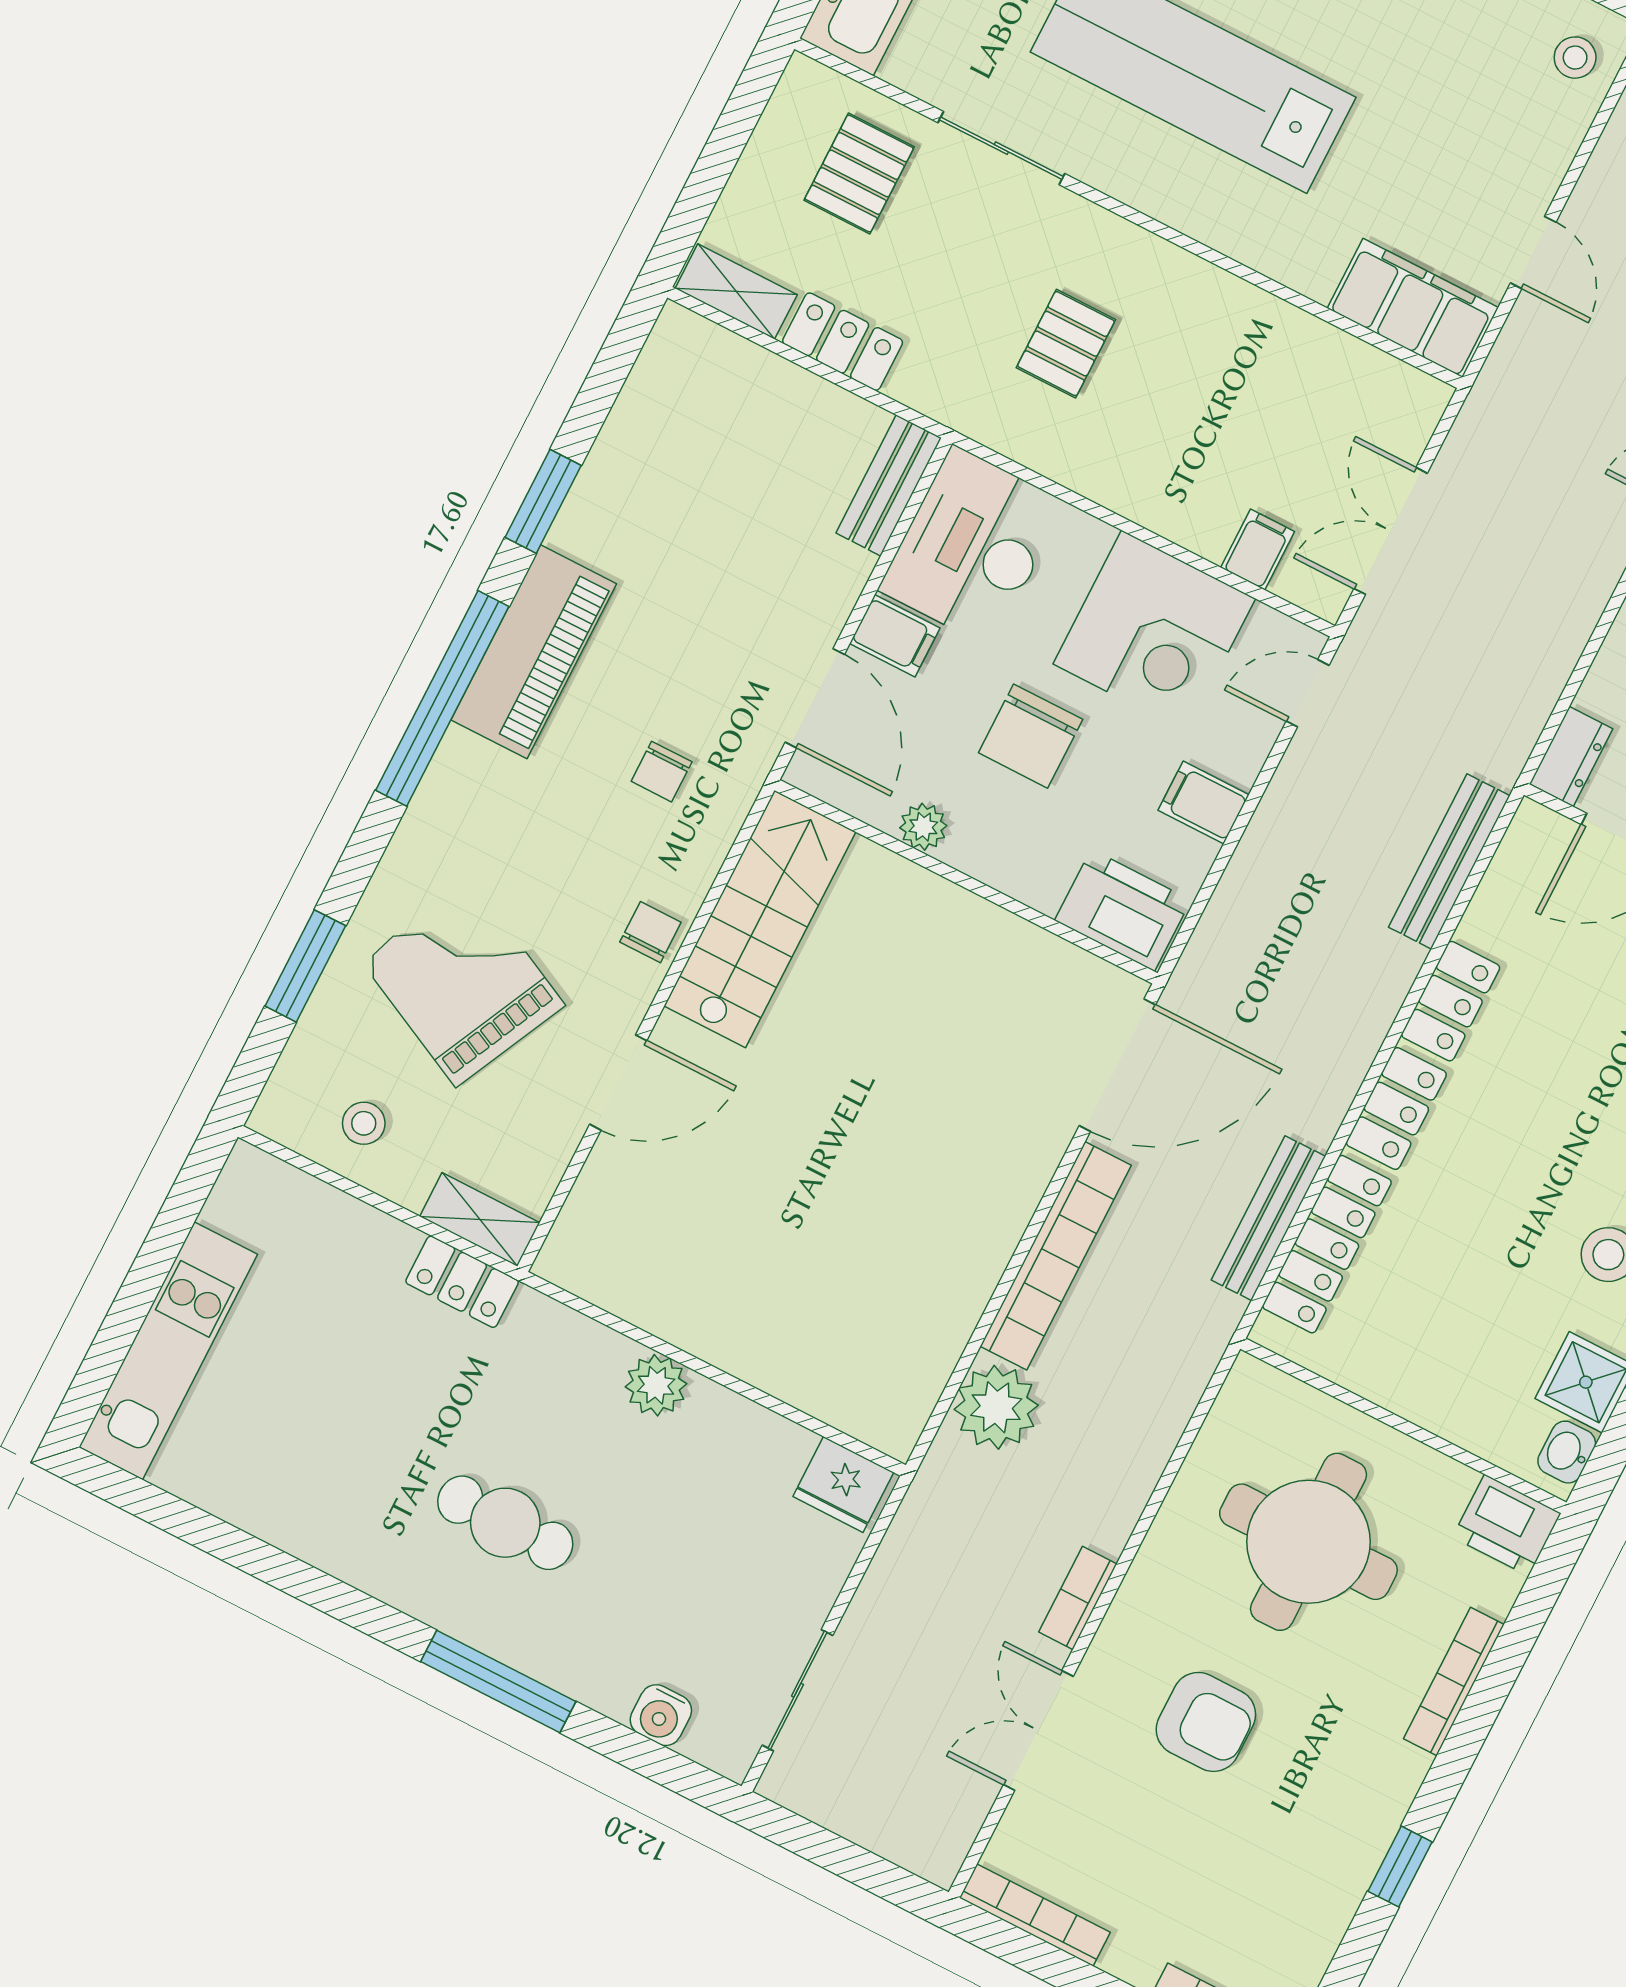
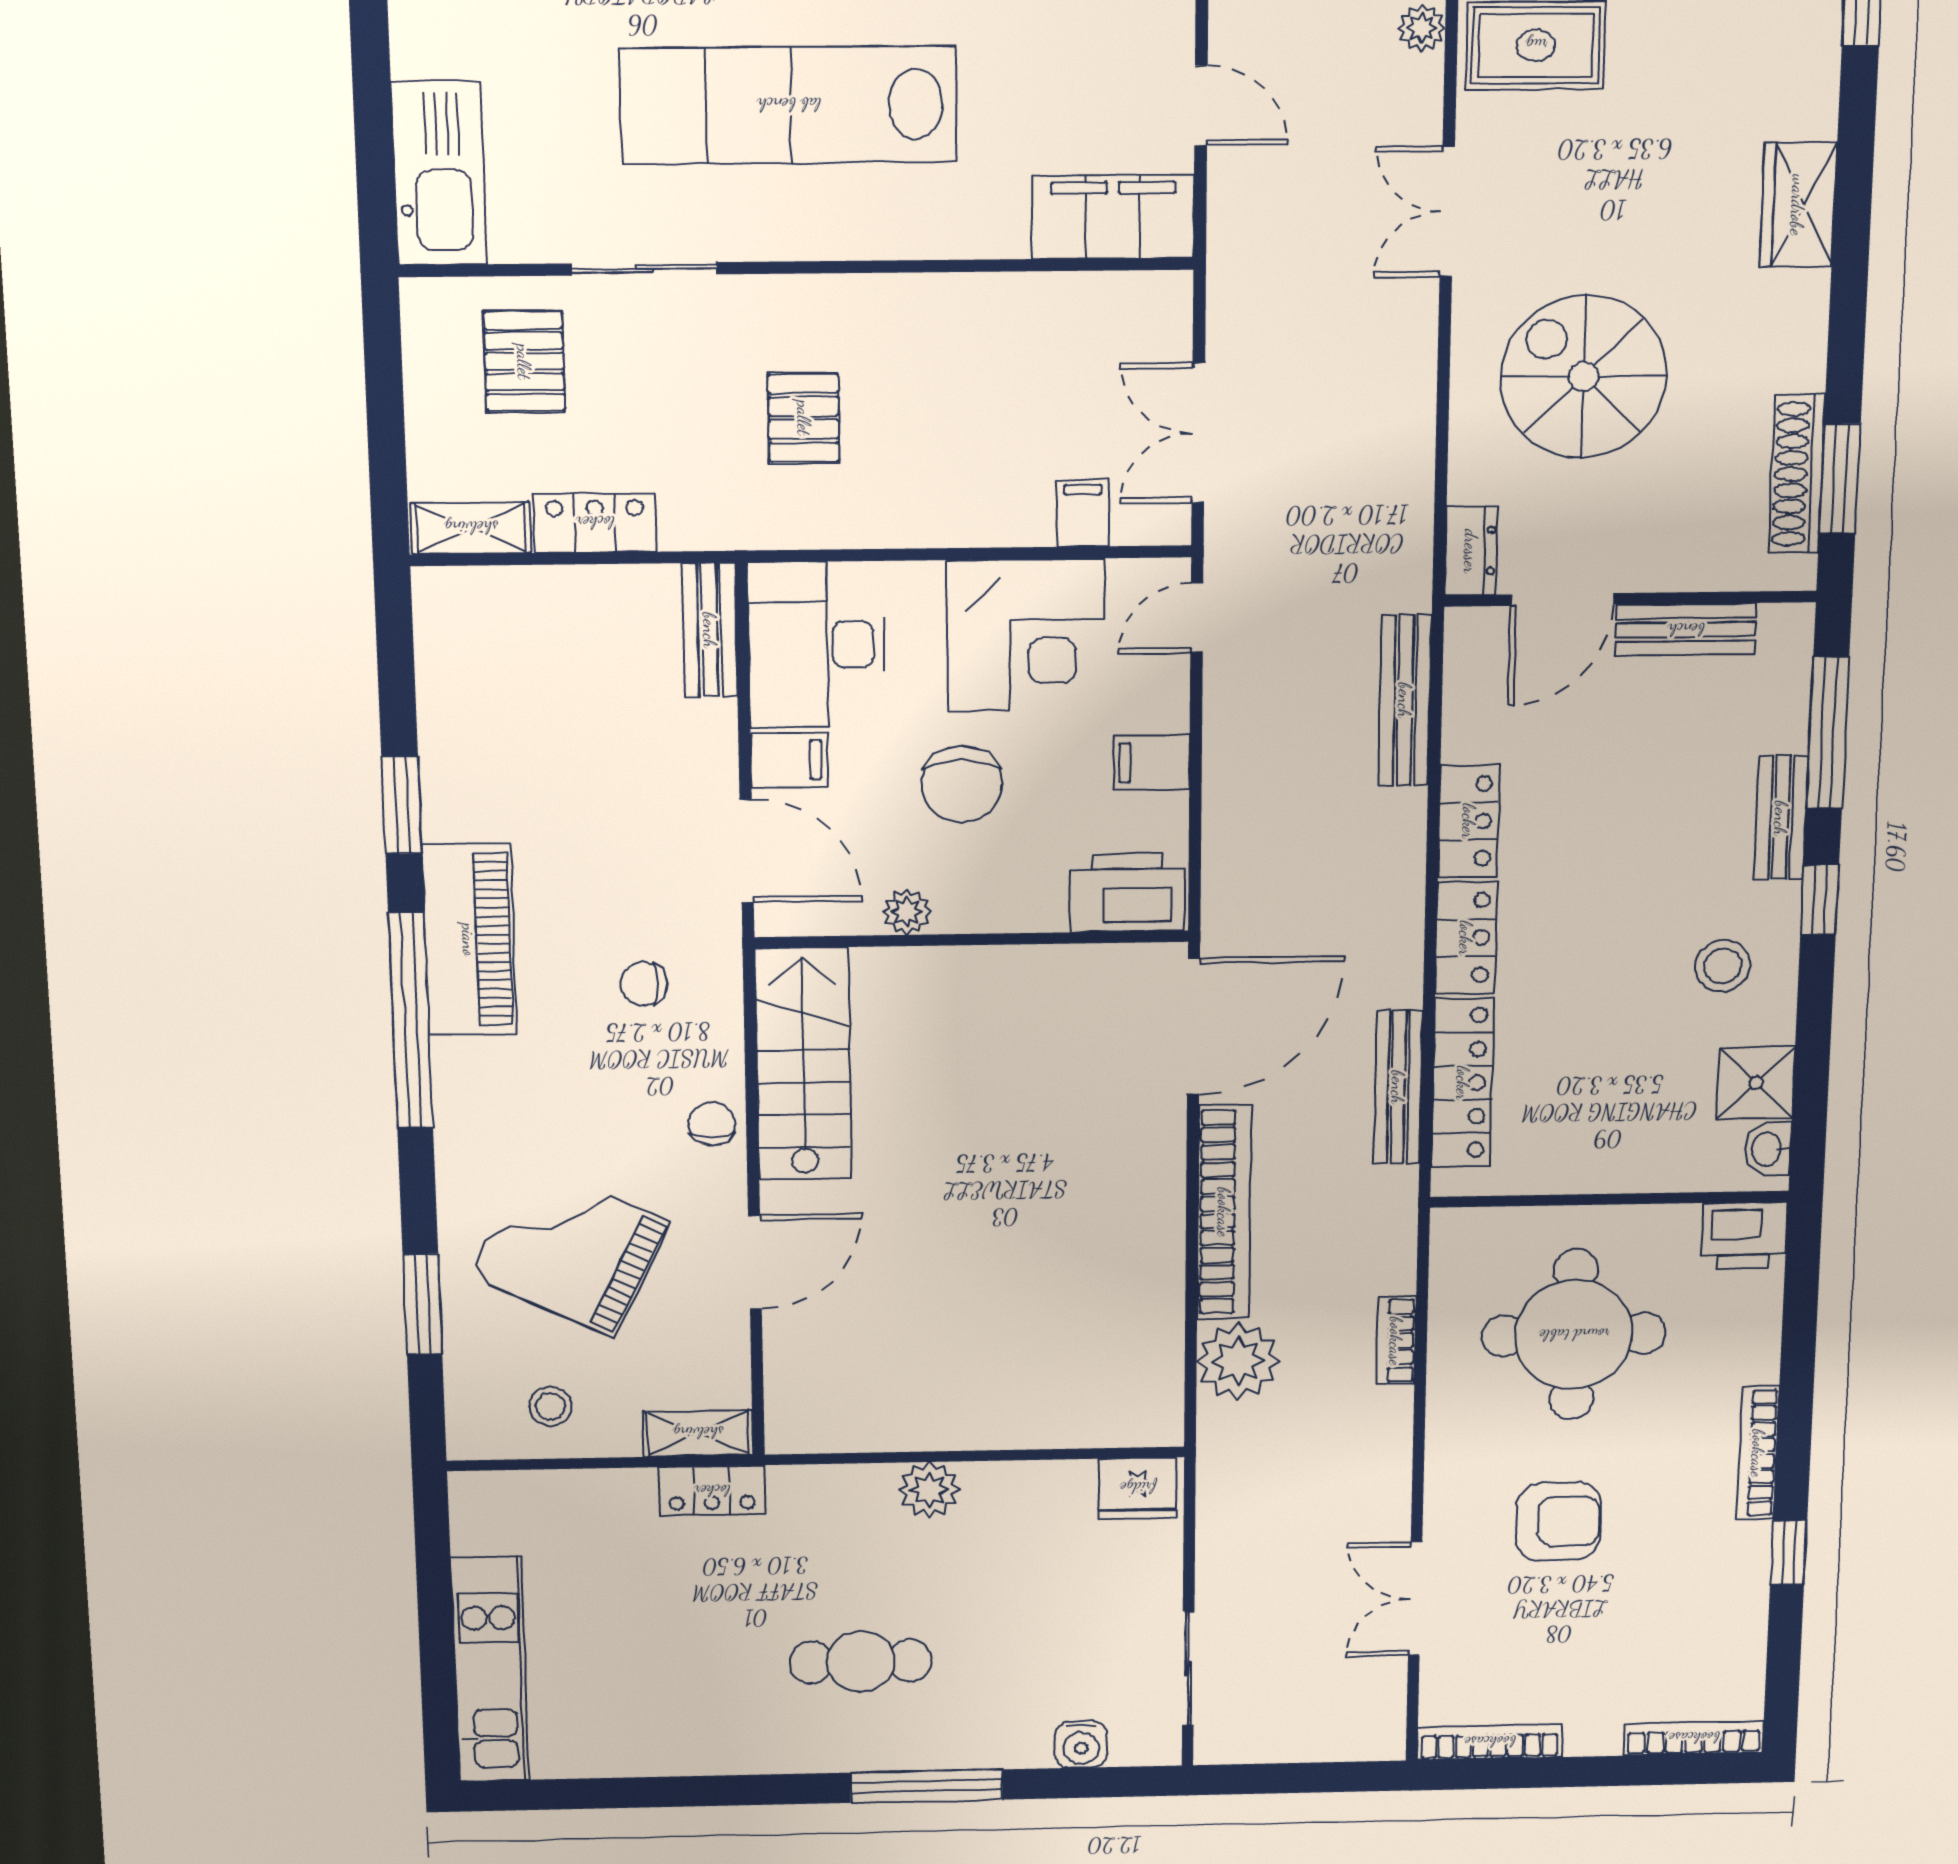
chair: (662, 772) -> (644, 984), turned 90
bookcase: (1078, 1598) -> (1396, 1341), moved
bookcase: (1454, 1682) -> (1758, 1453), moved

